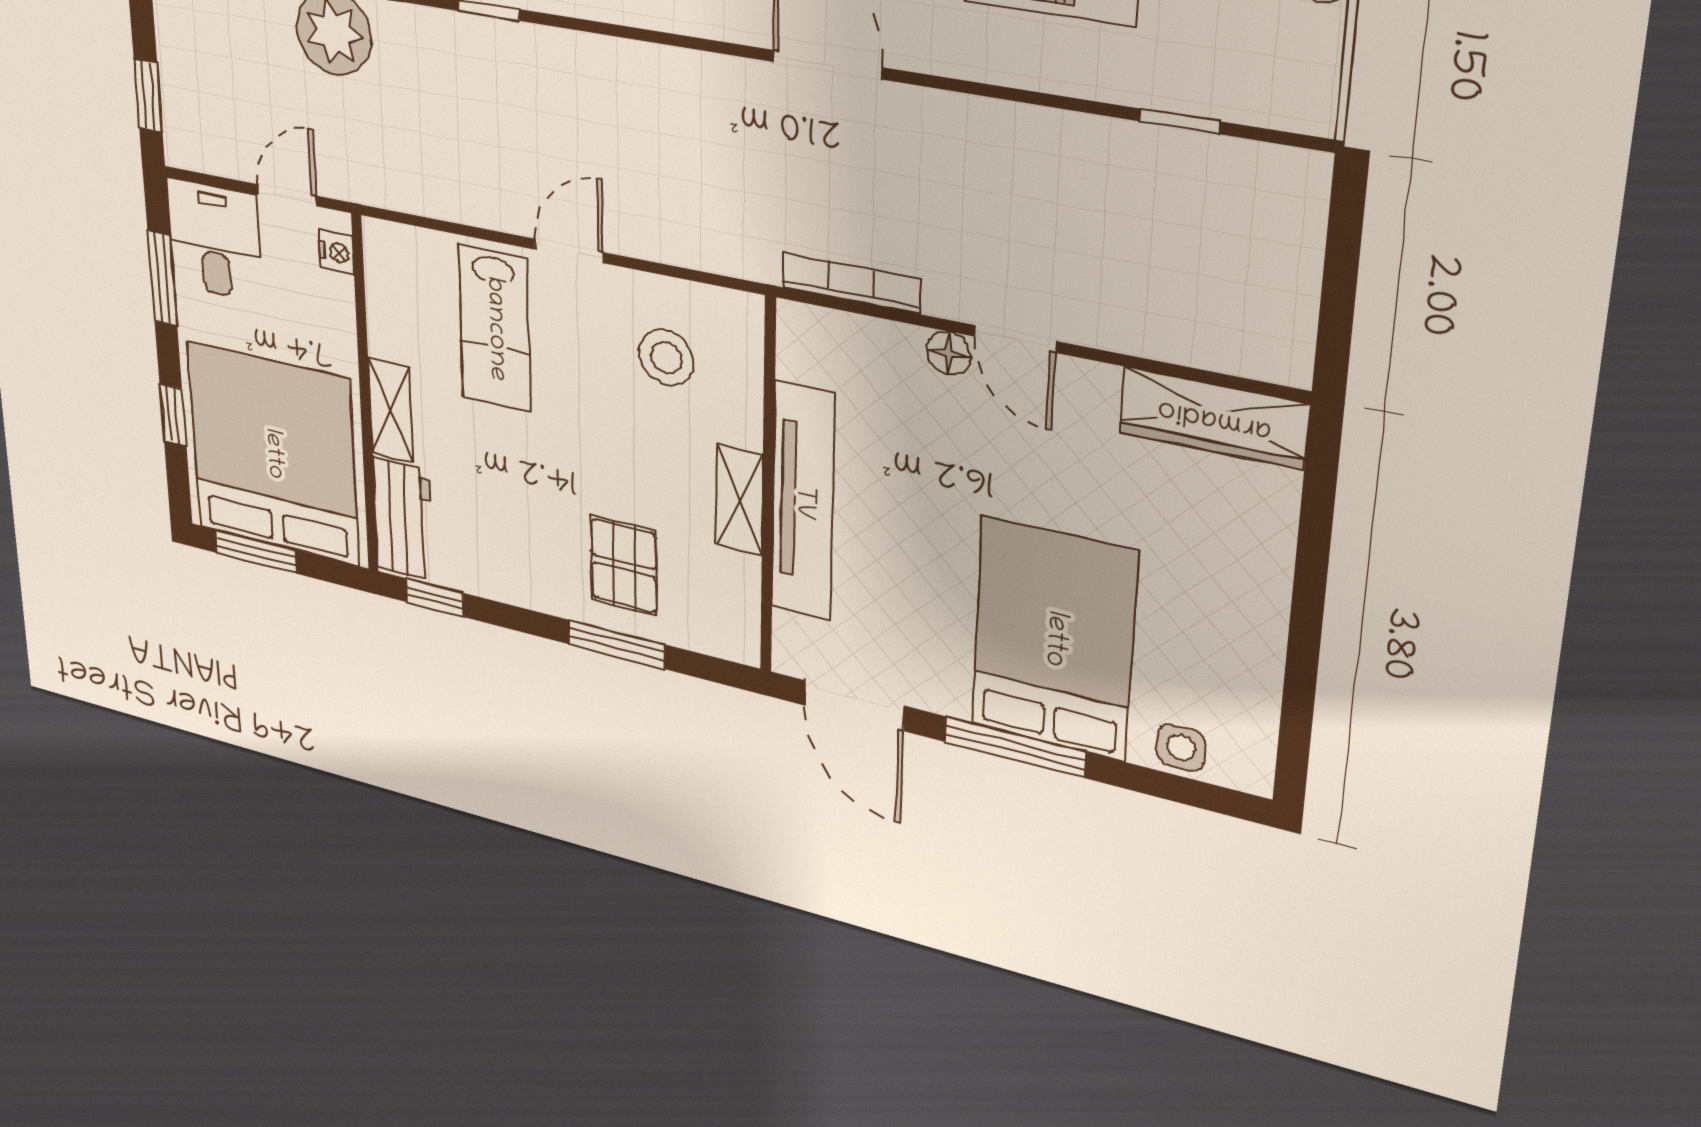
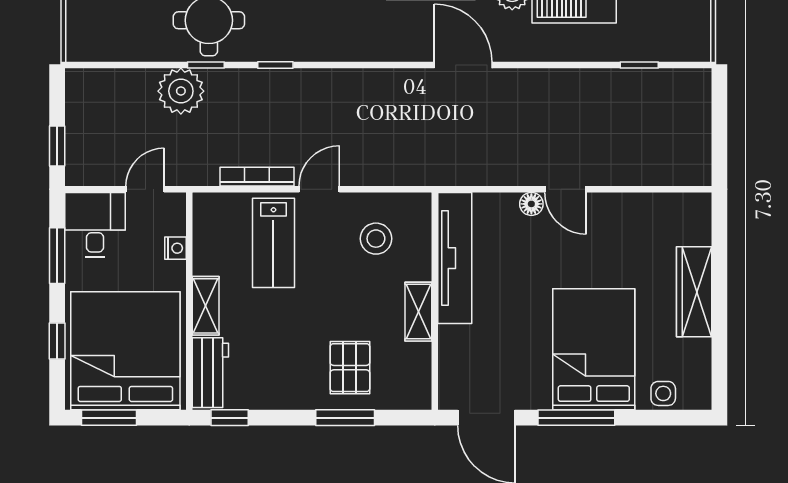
nightstand: (337, 252) -> (175, 248), moved
bookcase: (851, 283) -> (257, 177), moved
wardrobe: (1214, 418) -> (694, 292), moved, turned 90
tv unit: (803, 502) -> (455, 258), moved

